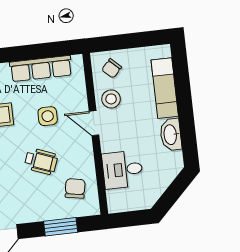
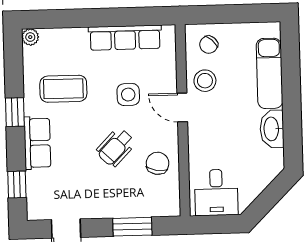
wheelchair: (41, 161) -> (116, 147), turned 113
desk: (123, 170) -> (216, 192), moved, turned -90
chair: (75, 188) -> (158, 163), moved

